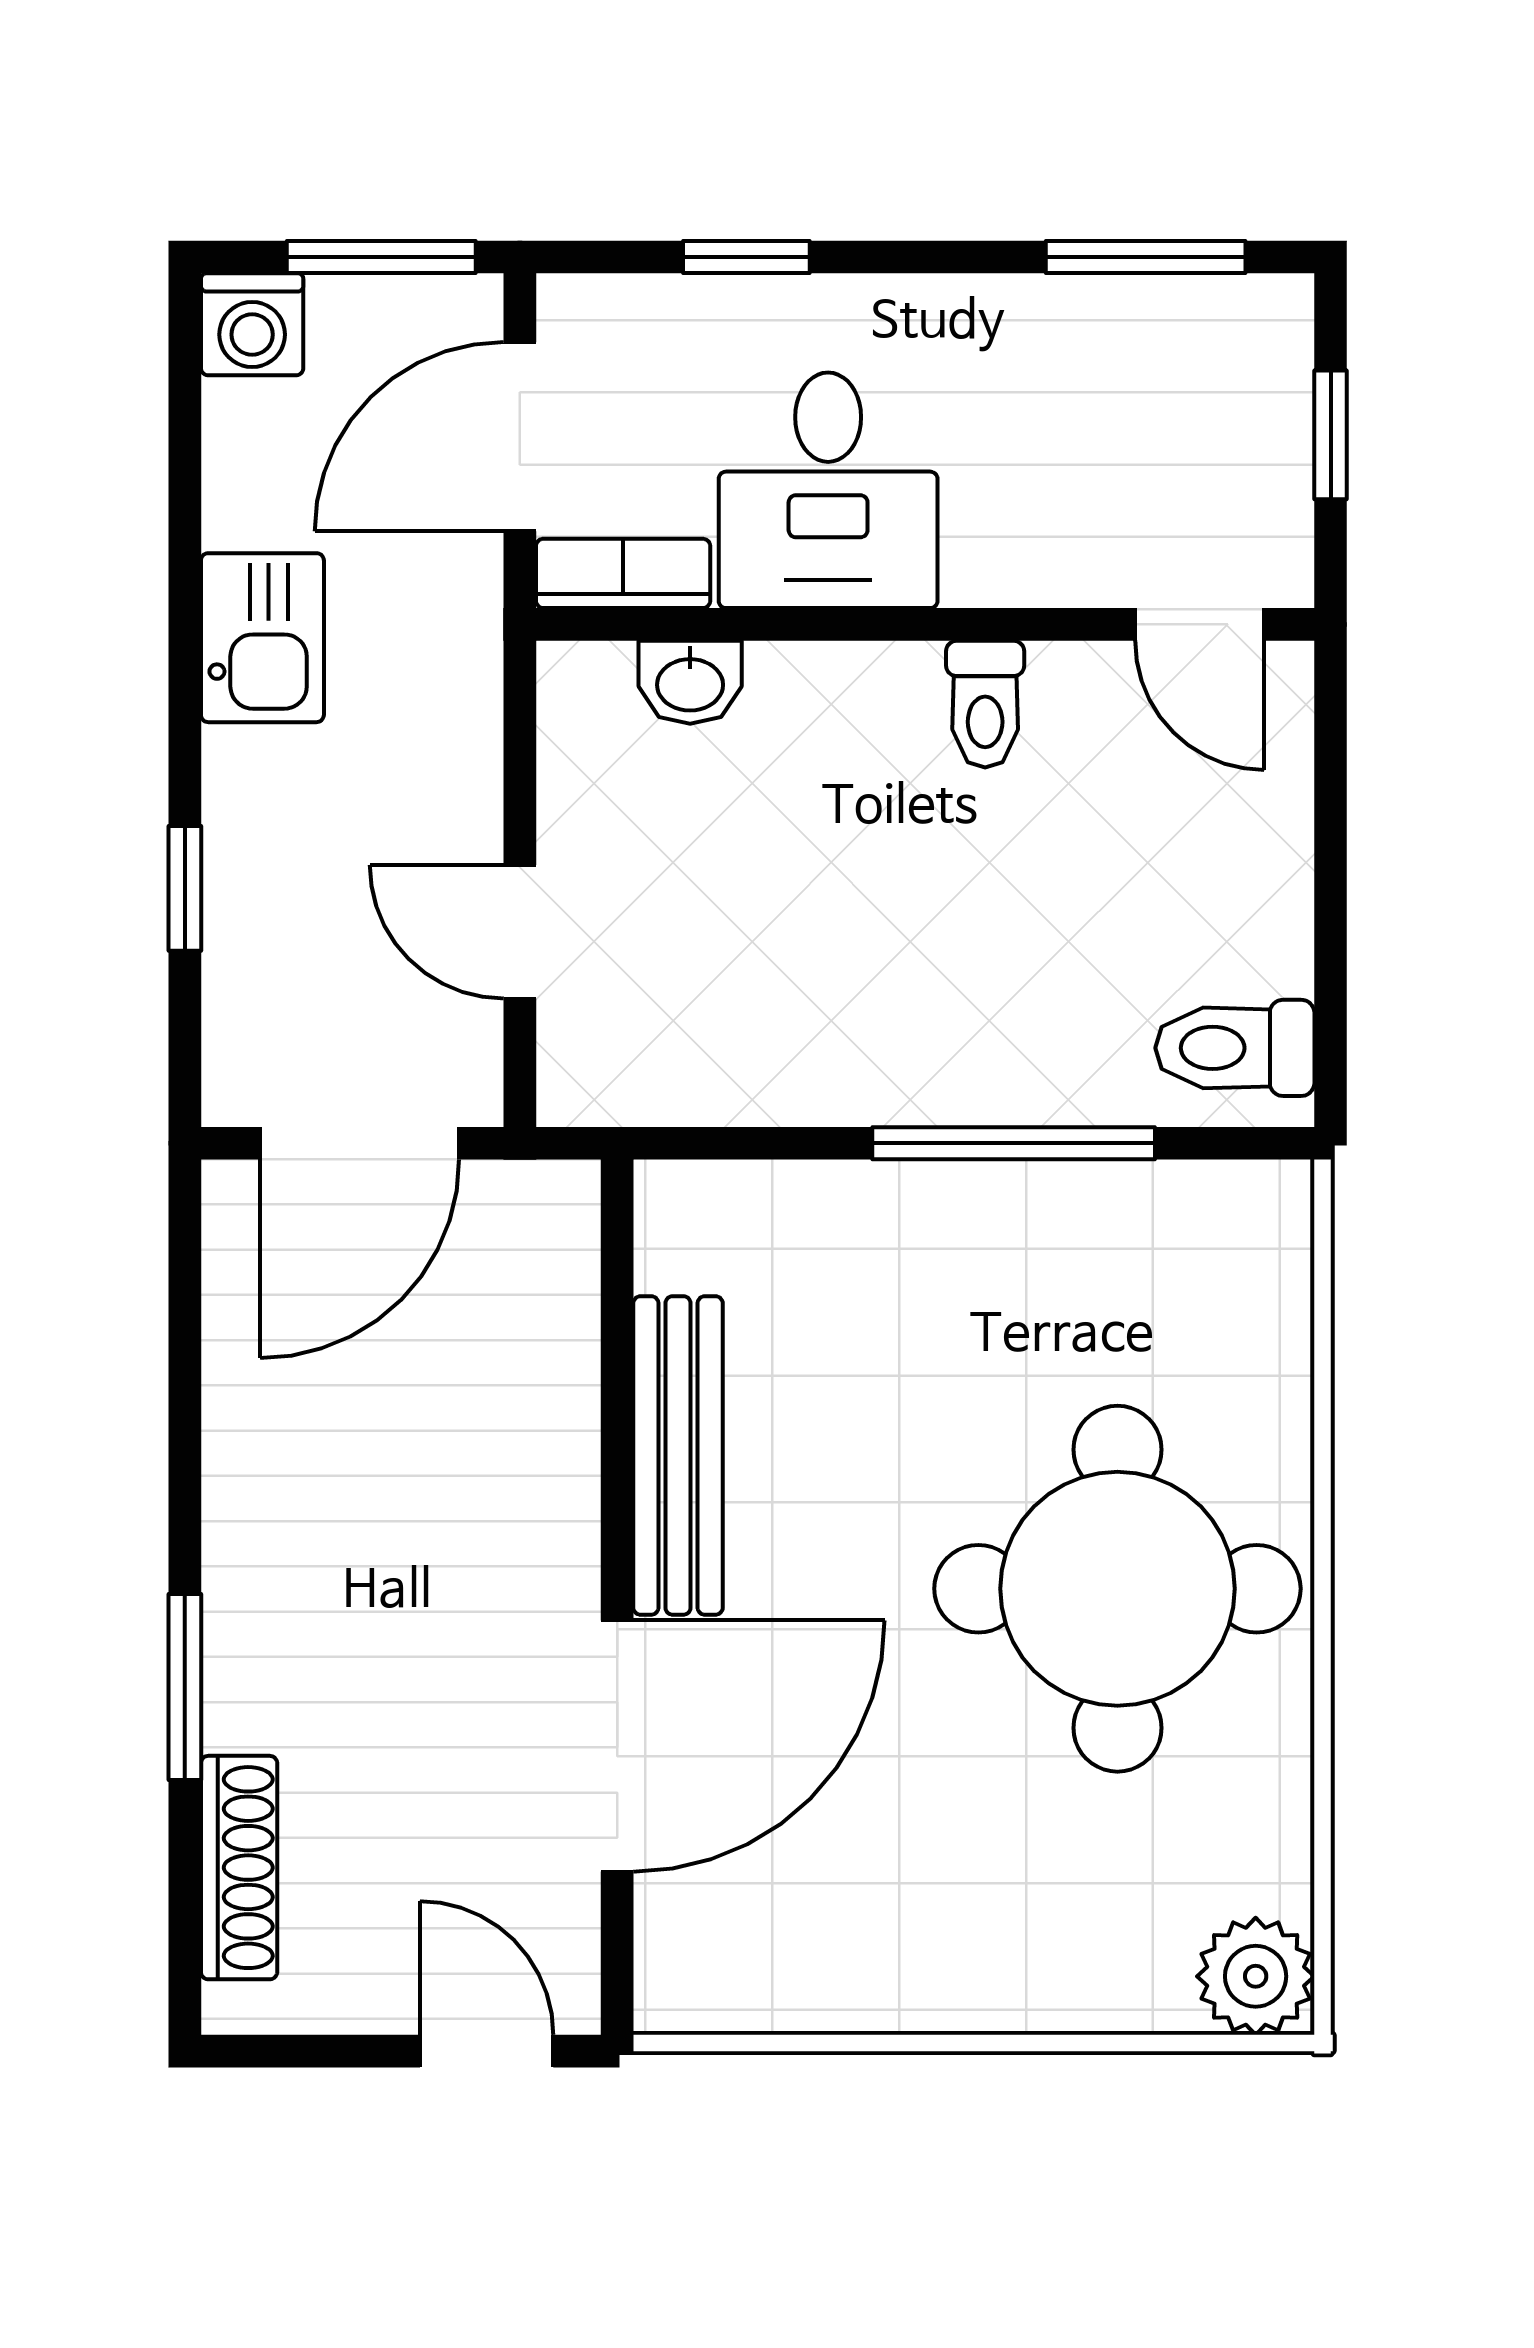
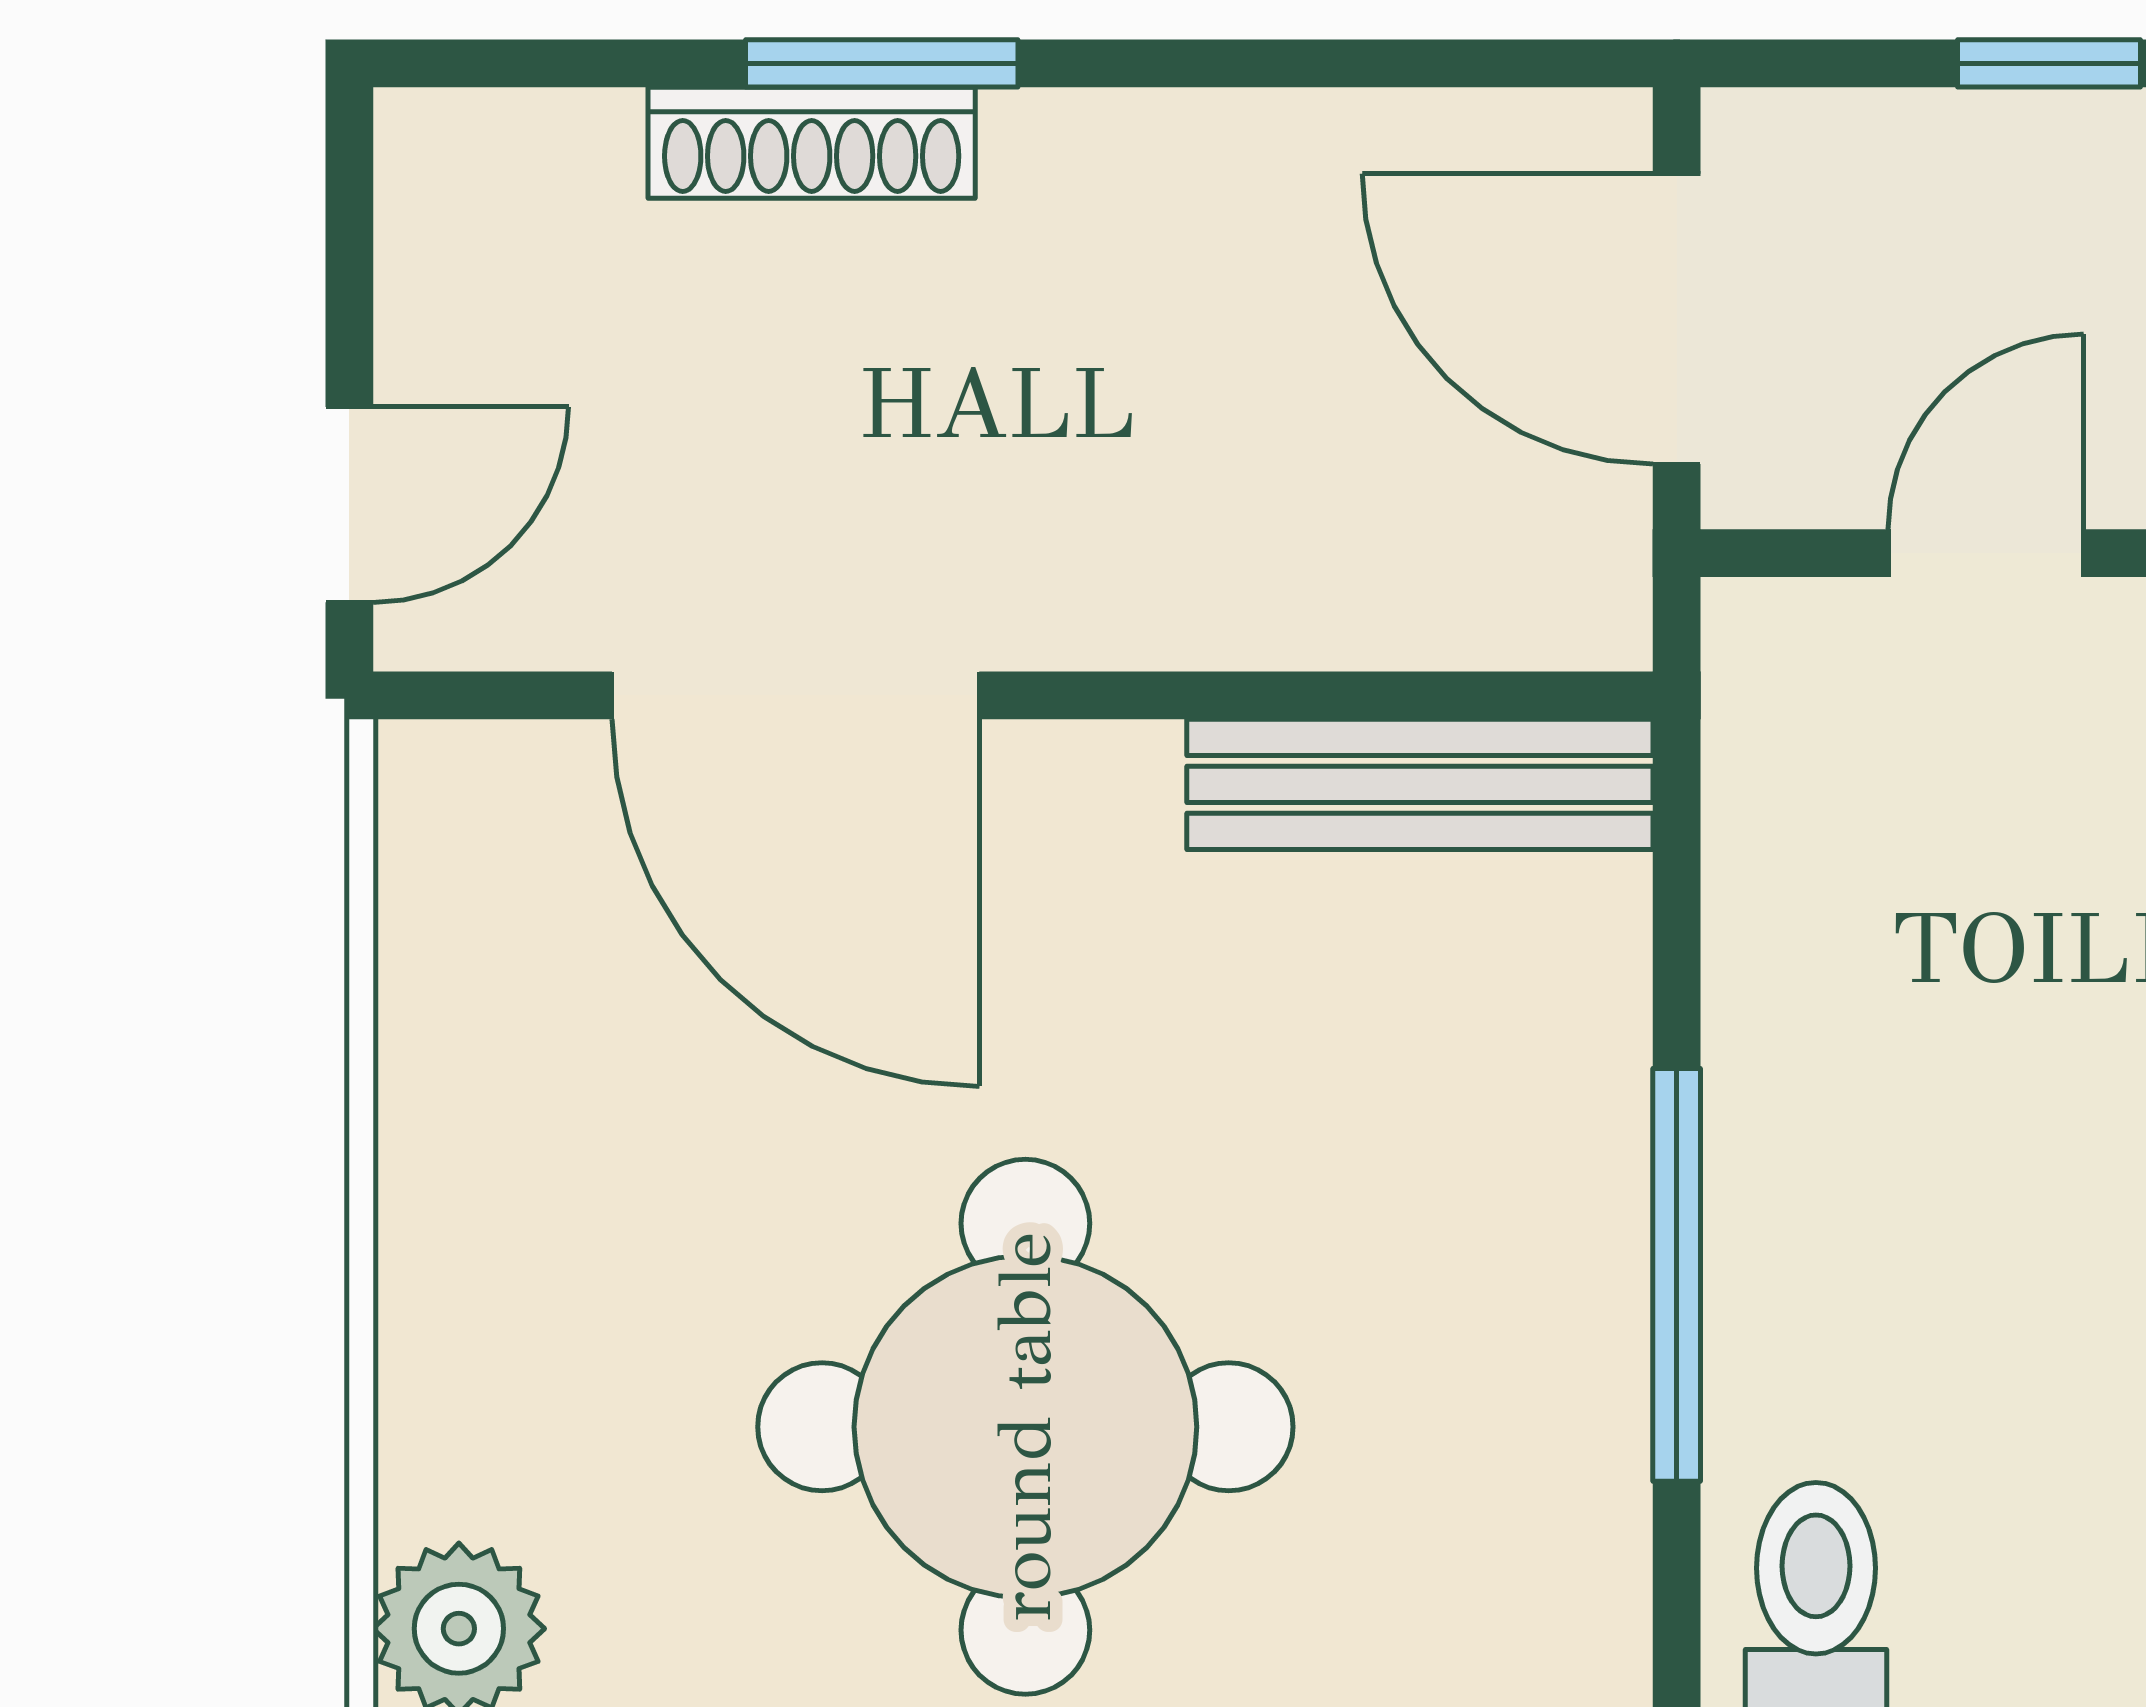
bench: (678, 1455) -> (1420, 784), moved
shoe rack: (239, 1868) -> (812, 143), moved

